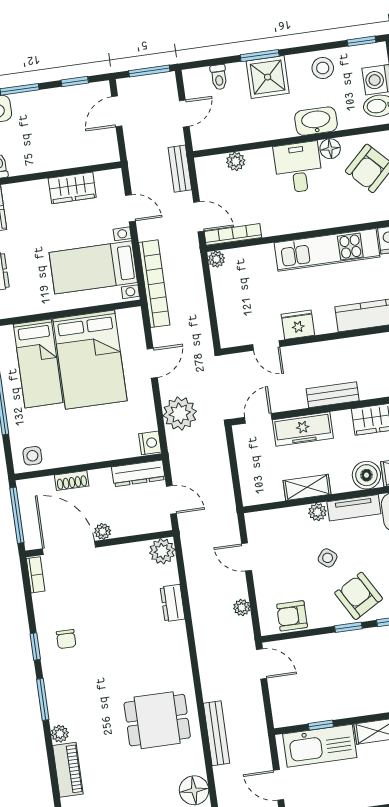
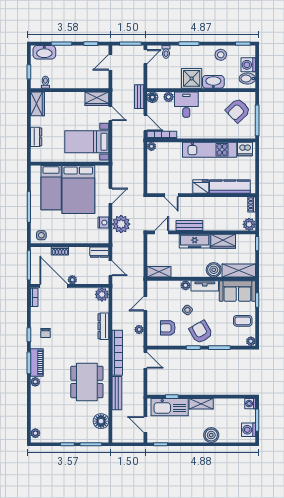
shower: (268, 77) -> (192, 78), moved
door: (184, 113) -> (145, 57), moved
floor lamp: (330, 149) -> (152, 97), moved
desk: (298, 167) -> (186, 105), moved
wardrobe: (72, 188) -> (97, 99), moved
bookcase: (154, 284) -> (117, 353), moved
fridge: (298, 325) -> (201, 187), moved
bench: (333, 395) -> (189, 225), moved
freezer: (303, 429) -> (195, 241), moved
nightstand: (150, 443) -> (103, 223), moved
dresser: (138, 473) -> (99, 252), width x0.70
shelving: (307, 487) -> (159, 272), moved
door: (247, 557) -> (145, 304), hinge flipped
dresser: (172, 603) -> (103, 326), width x1.44
armchair: (292, 616) -> (168, 328), moved
dining table: (157, 720) -> (87, 382), width x1.38
piano: (68, 770) -> (37, 362), moved

